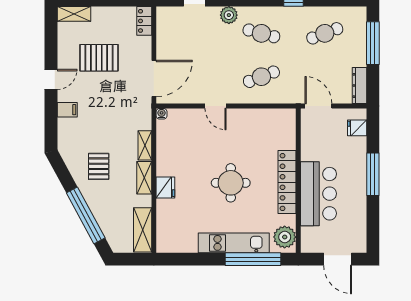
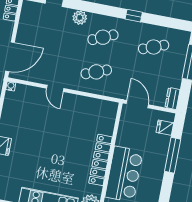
cafe table: (261, 33) -> (103, 37), turned -39
dresser: (359, 86) -> (172, 98), width x0.70
window: (373, 174) -> (173, 155), moved
round table: (231, 183) -> (55, 152), removed

